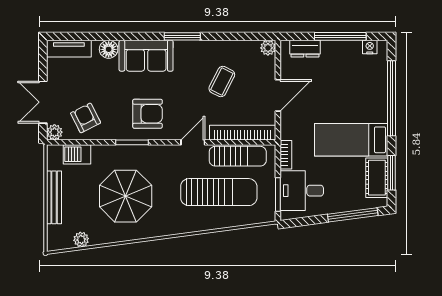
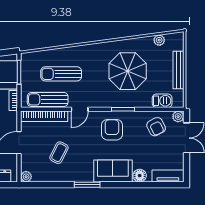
armchair: (147, 114) -> (112, 130), turned 90
sun lounger: (219, 192) -> (61, 74), width x0.73, depth x0.75

